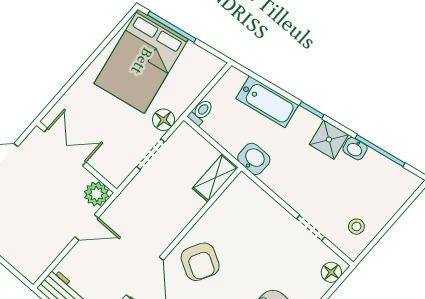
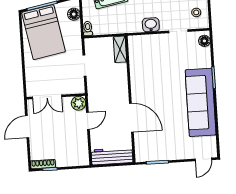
floor lamp: (163, 120) -> (74, 14), moved
double door: (65, 147) -> (47, 97), swing flipped
washbasin: (254, 159) -> (151, 25), moved
armchair: (200, 262) -> (147, 89), removed

